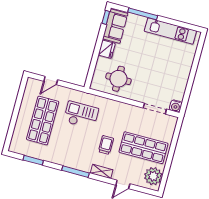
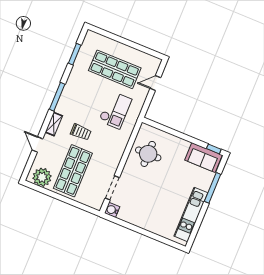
fridge: (107, 49) -> (181, 146), removed
door: (51, 80) -> (155, 83), hinge flipped

